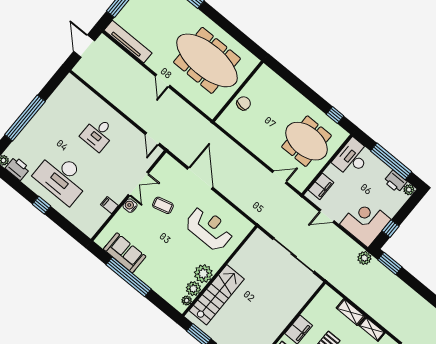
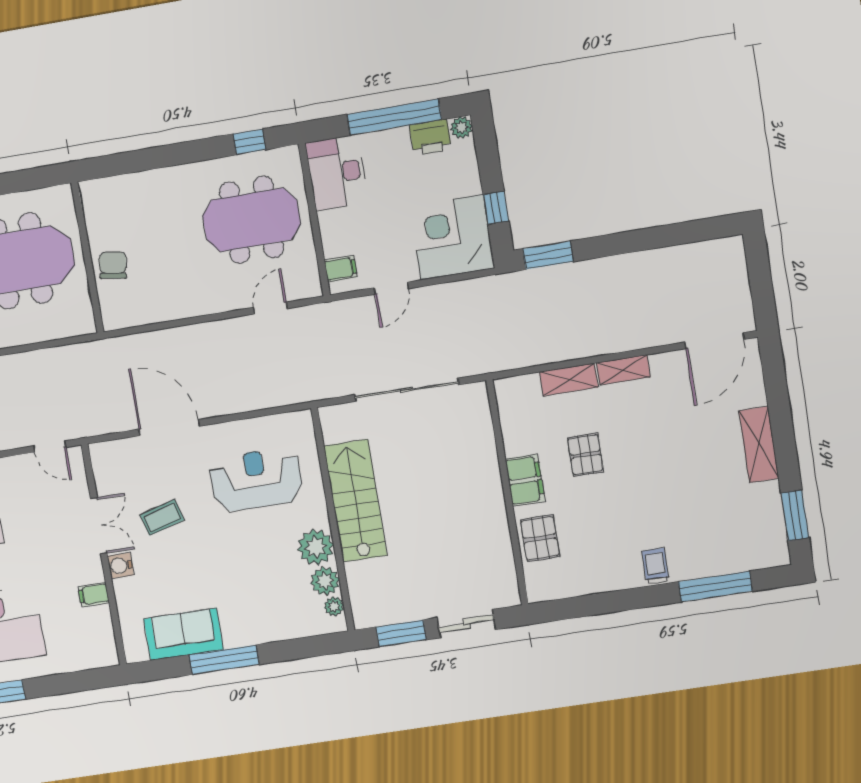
filing cabinet: (321, 186) -> (341, 269), width x0.50
plant: (364, 258) -> (505, 287), removed
window: (129, 277) -> (224, 660), width x0.68
stairs: (217, 295) -> (355, 501), moved

